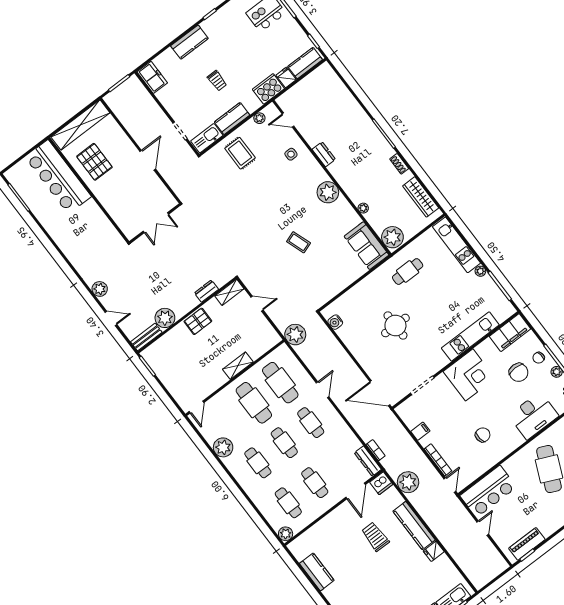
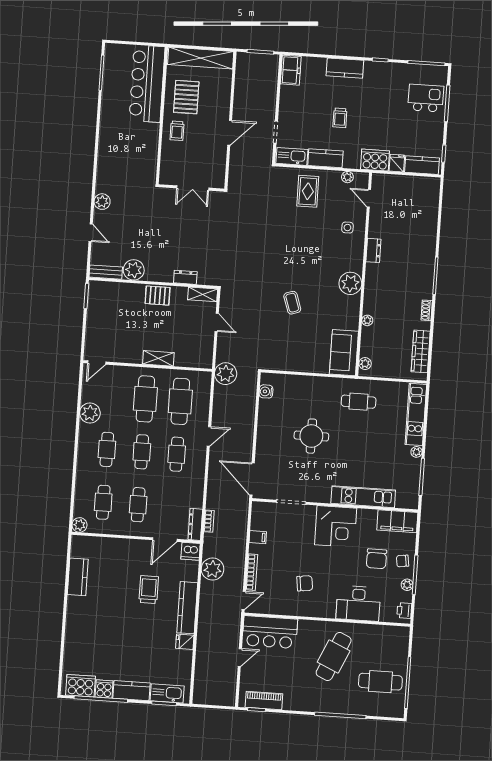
trolley: (109, 192) -> (177, 131), added
plant: (392, 237) -> (365, 364), width x0.53, depth x0.53

